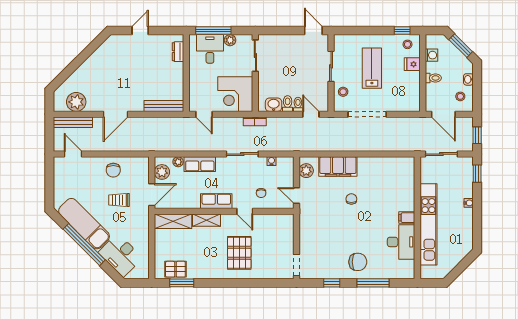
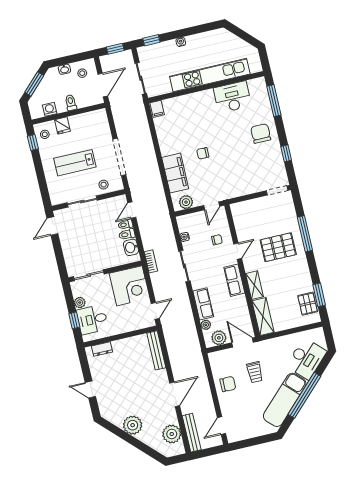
window: (213, 31) -> (74, 320), width x0.46
plant: (94, 65) -> (133, 425), added
door: (116, 114) -> (175, 394), hinge flipped
filing cabinet: (407, 218) -> (157, 109), moved
window: (246, 283) -> (305, 234), added
window: (373, 283) -> (274, 101), moved

